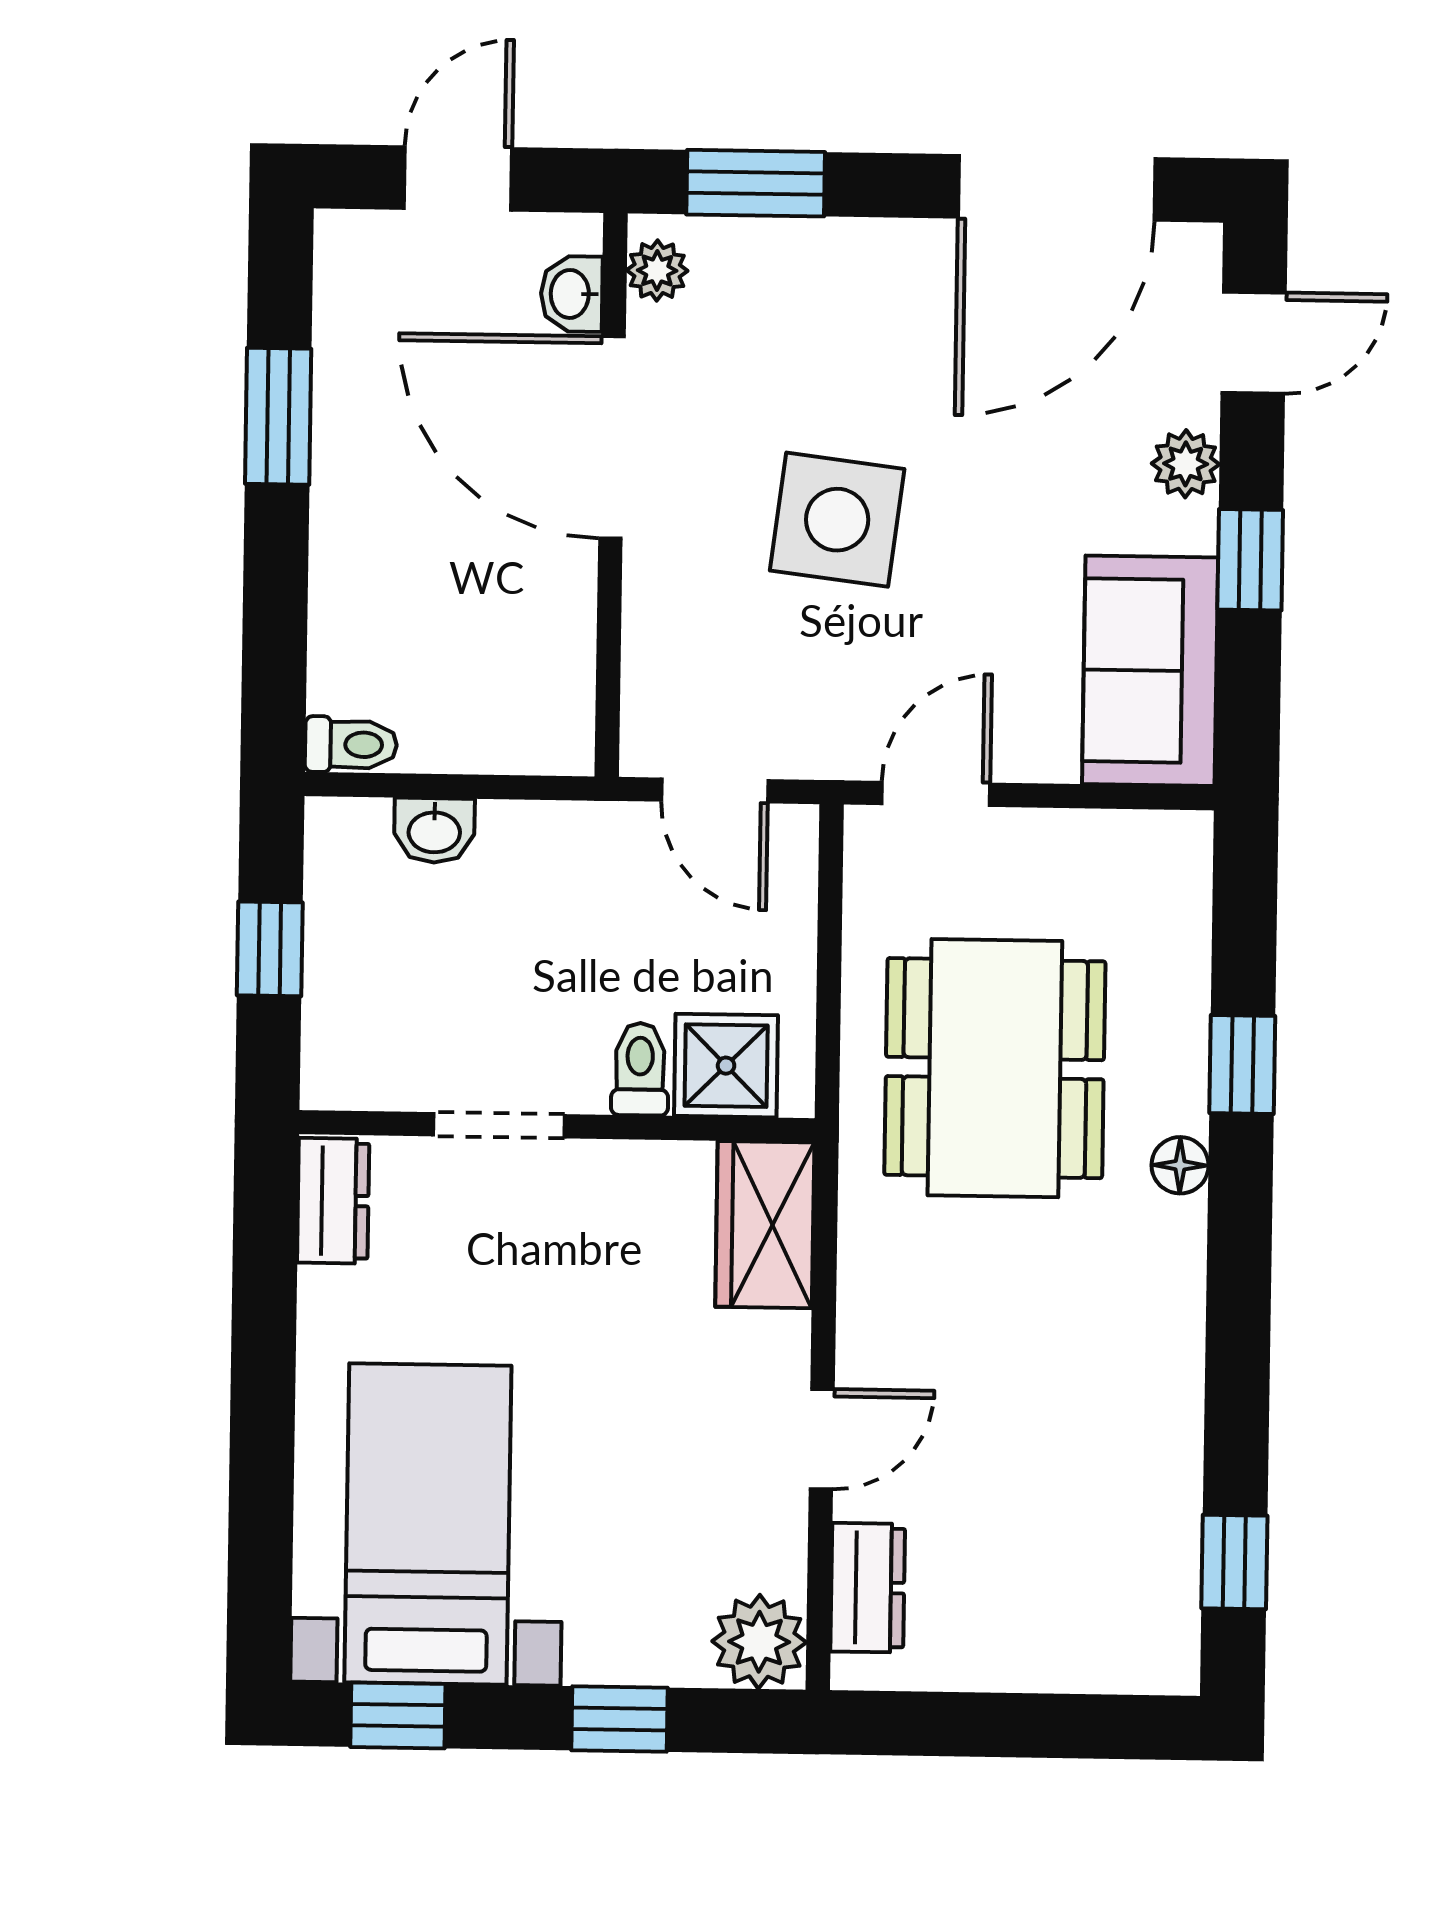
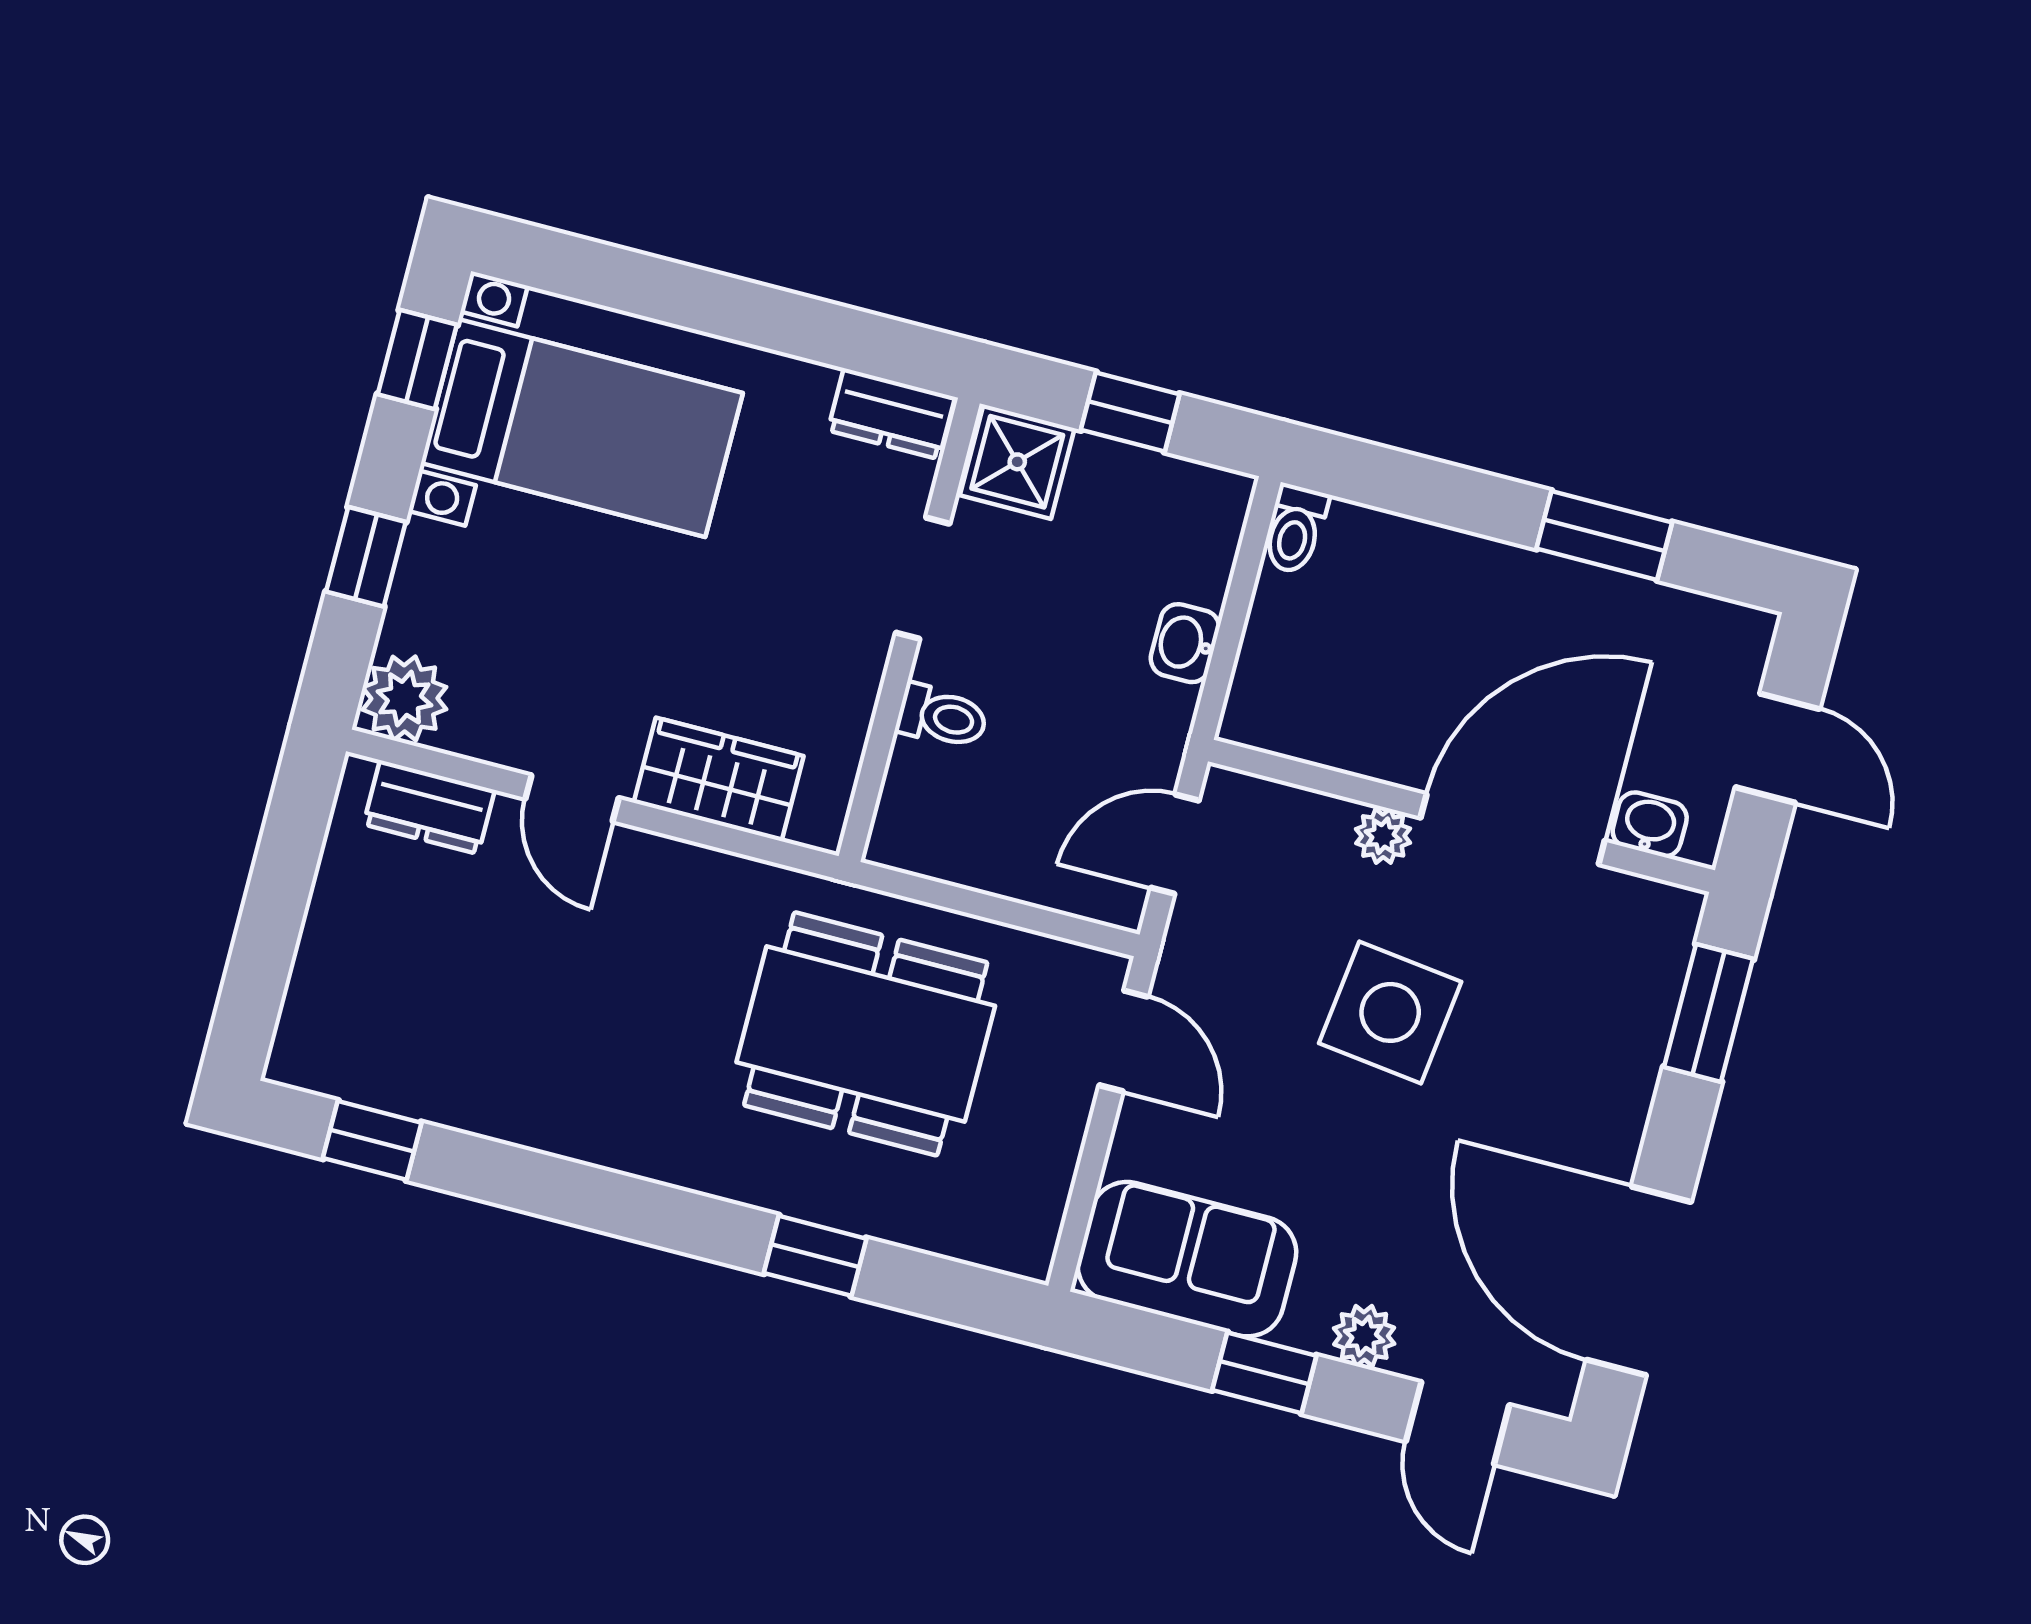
plant: (657, 270) -> (1383, 836), moved
washbasin: (434, 830) -> (1185, 643), moved
shower: (726, 1066) -> (1017, 462), moved
floor lamp: (1180, 1165) -> (739, 1178), removed
wardrobe: (765, 1225) -> (719, 779), moved

